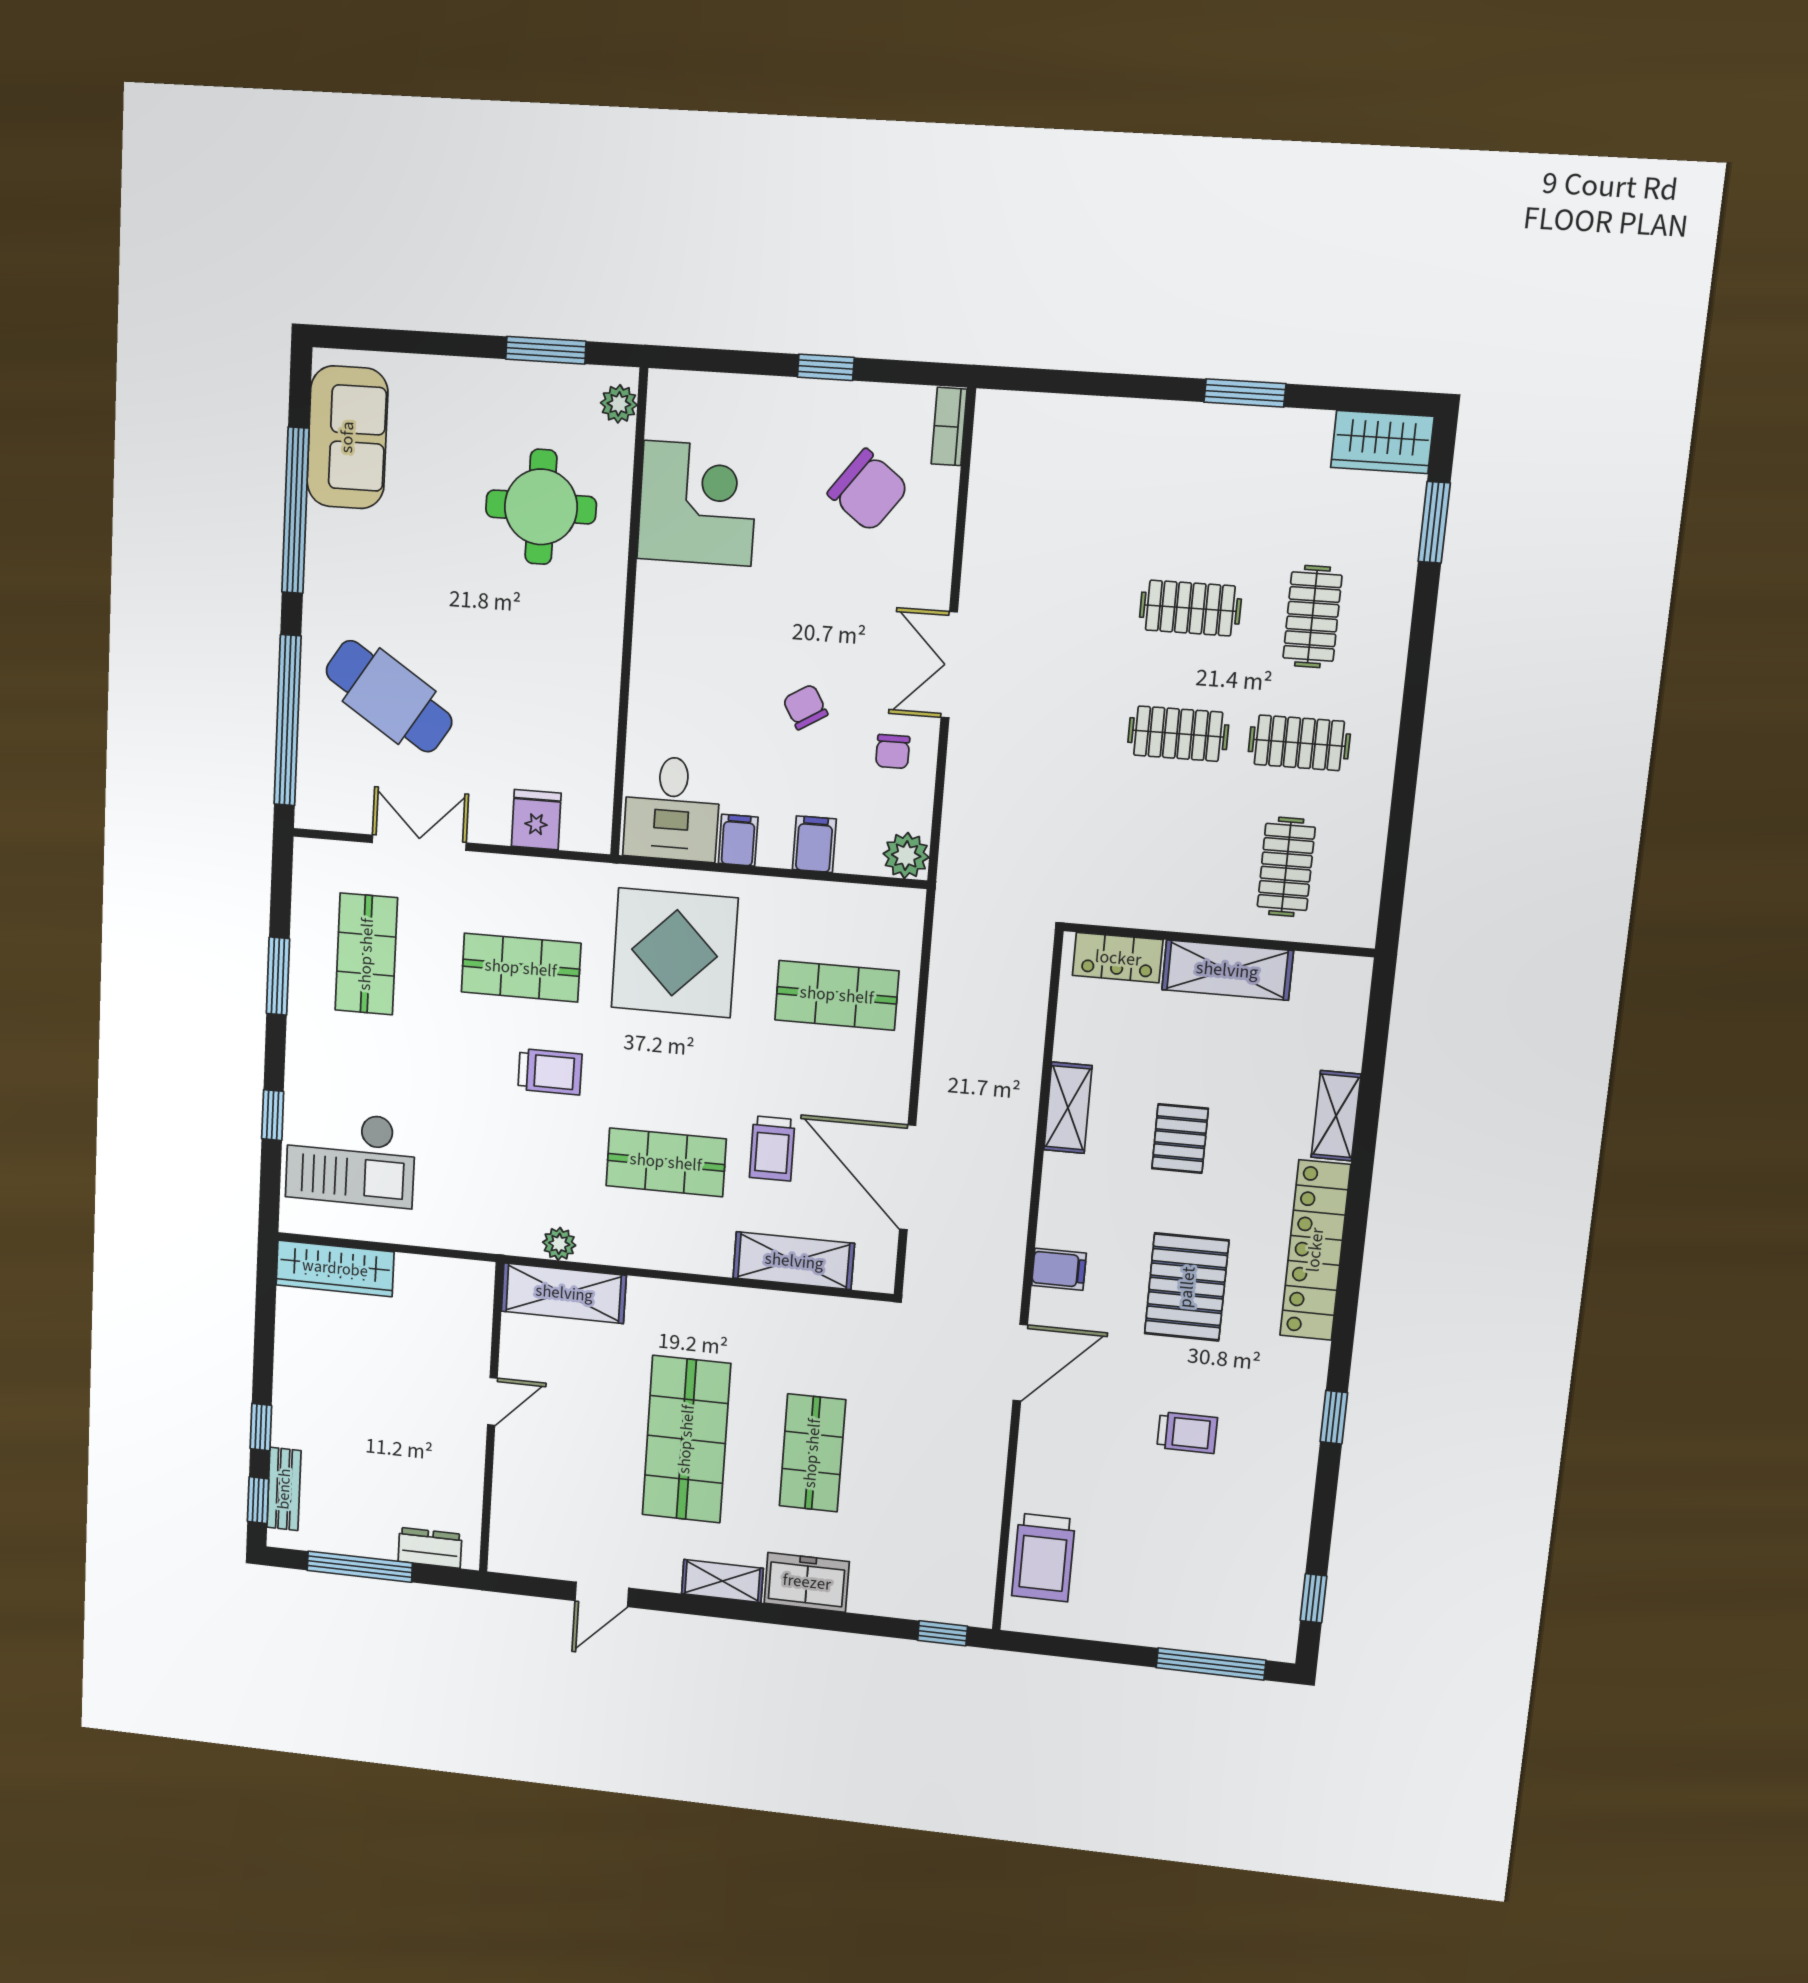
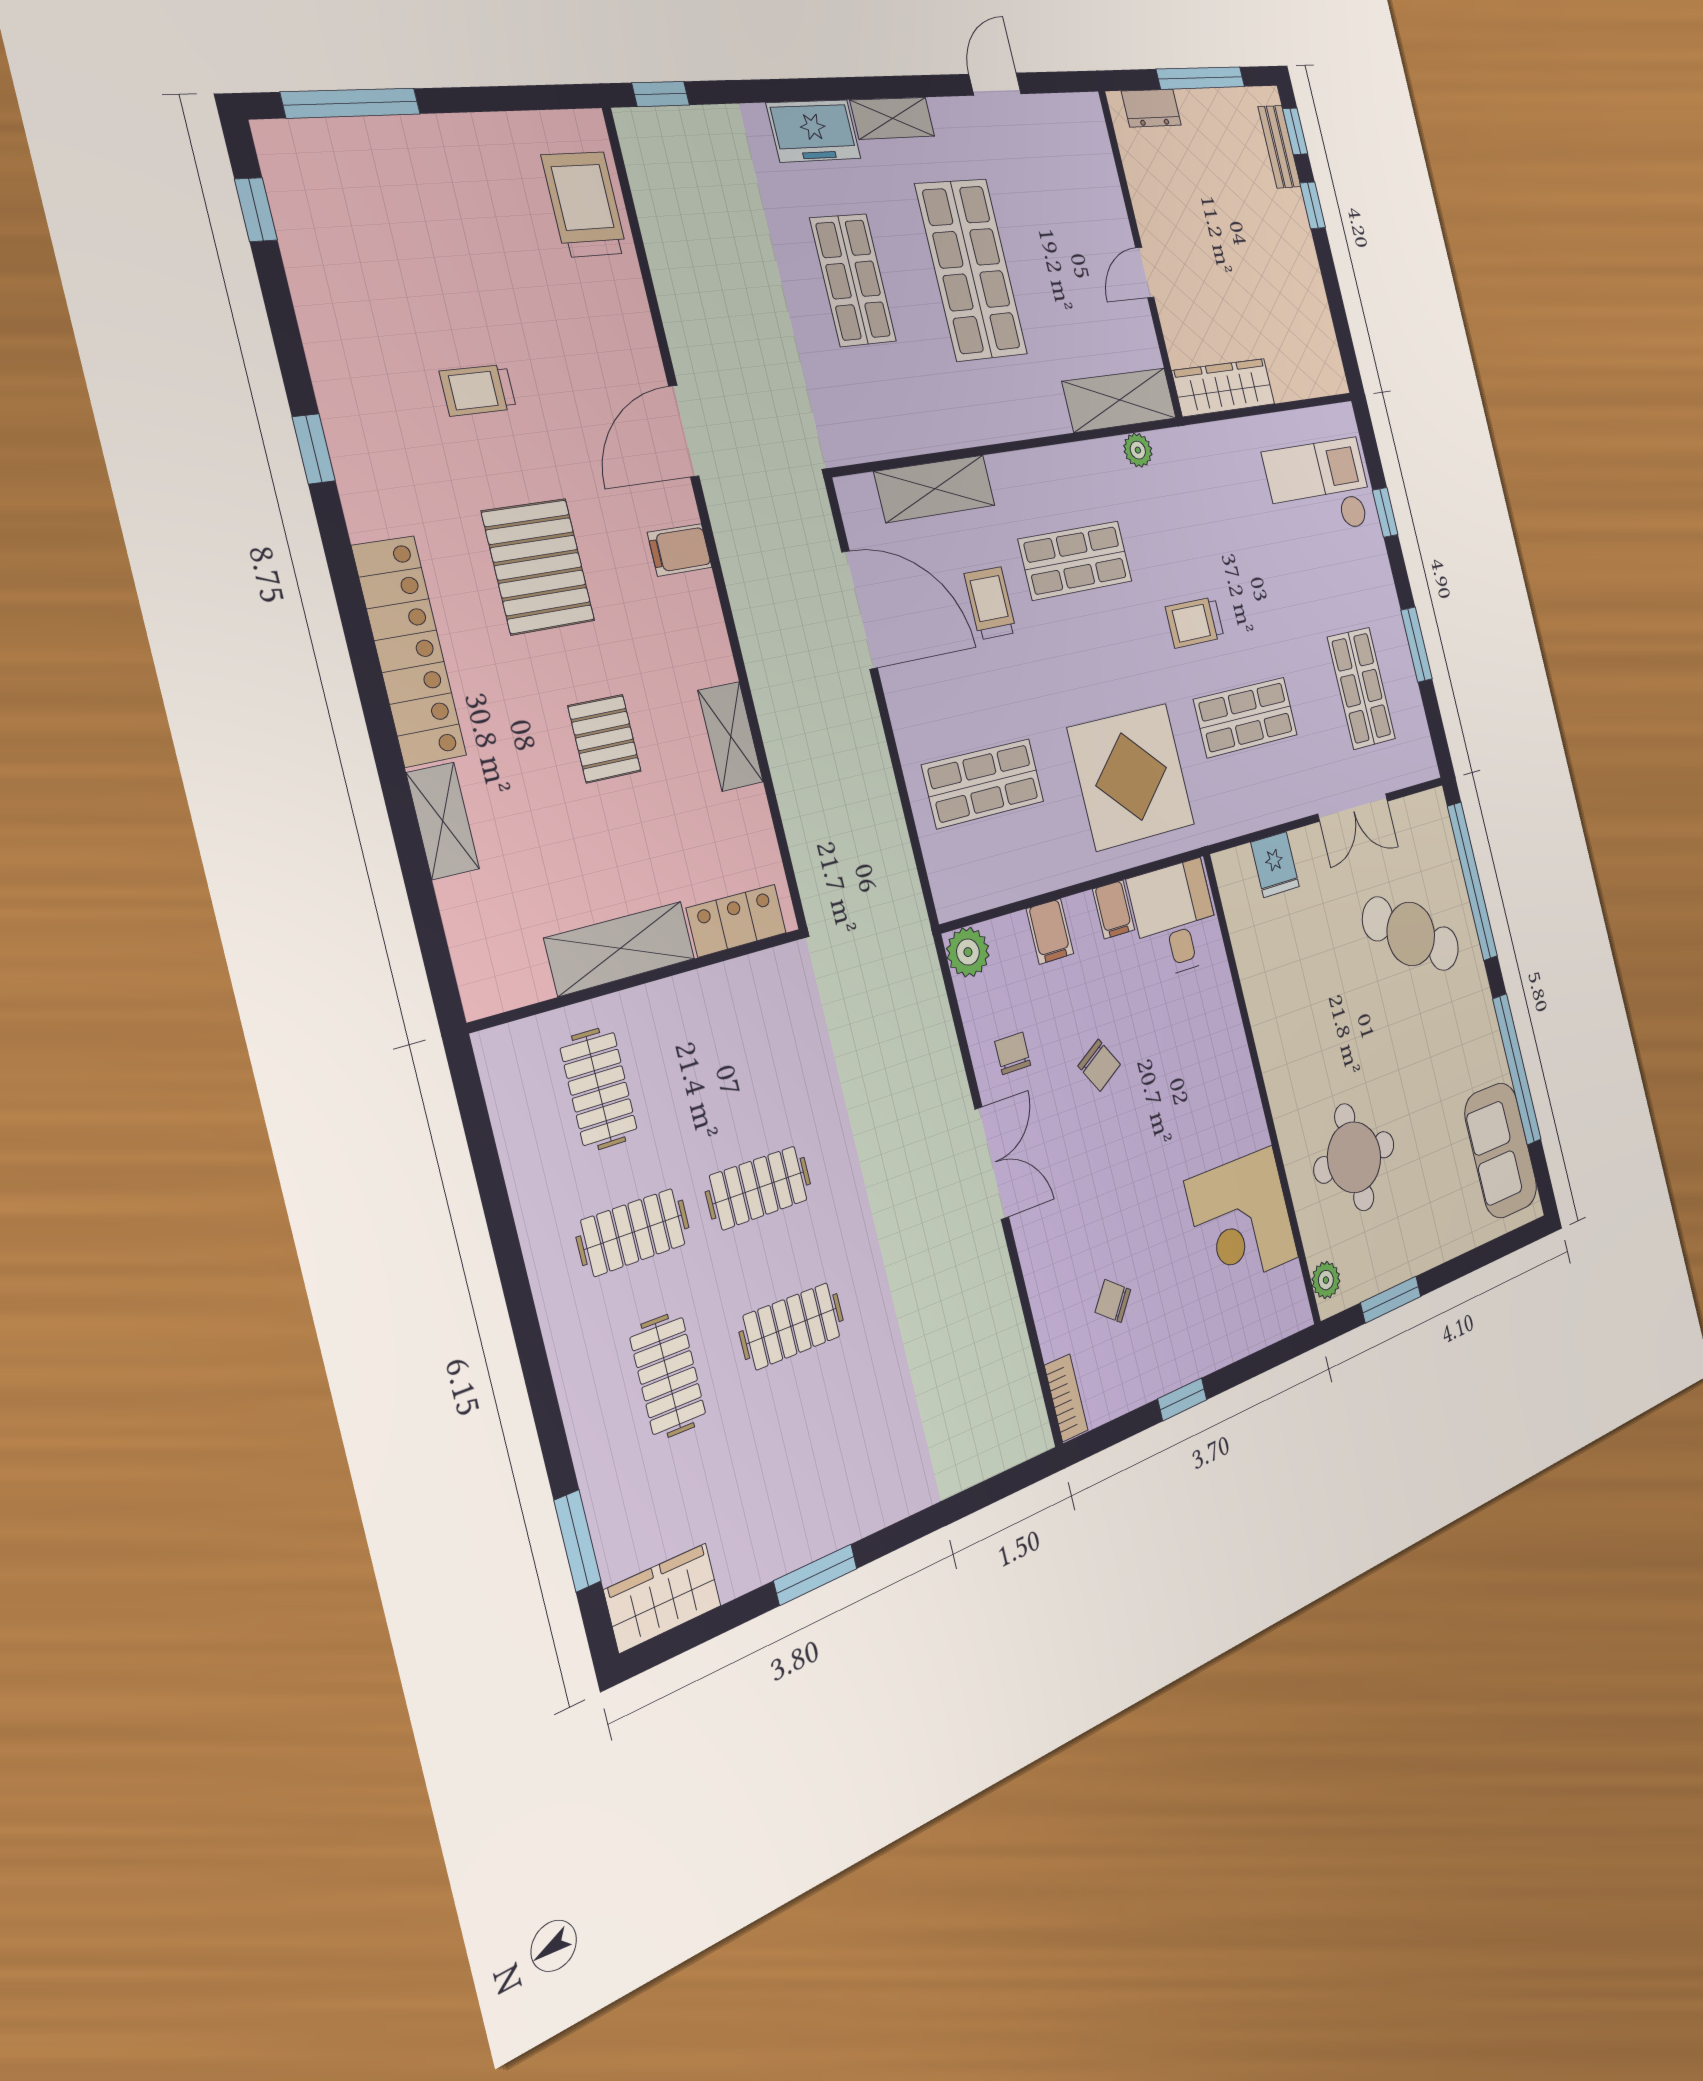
chair: (868, 490) -> (1113, 1301), width x0.54, depth x0.54
wardrobe: (335, 1268) -> (1224, 387), moved

